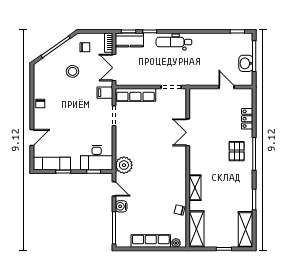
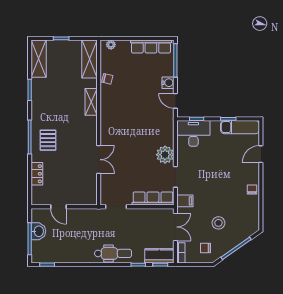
plant: (124, 165) -> (165, 155), moved
row of seats: (151, 241) -> (151, 47), moved

